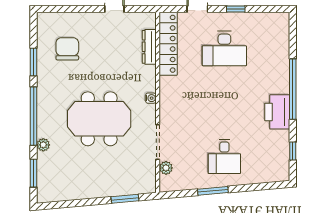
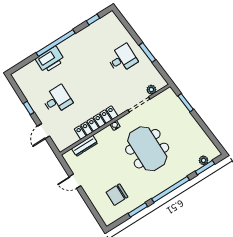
locker: (168, 44) -> (96, 123), moved
desk: (224, 48) -> (57, 100), width x0.73
printer: (277, 112) -> (50, 60), moved
plant: (43, 145) -> (204, 160), moved

